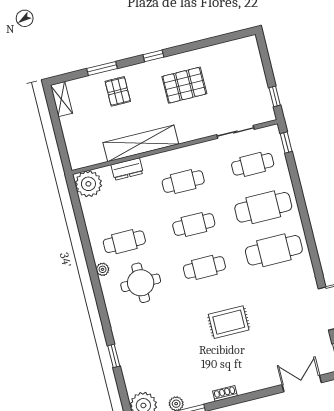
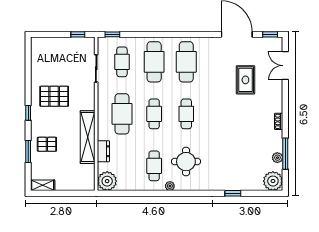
pallet: (184, 85) -> (54, 96), turned 90
cafe table: (183, 182) -> (122, 114), width x1.37, depth x1.35
rug: (229, 322) -> (245, 80), moved

